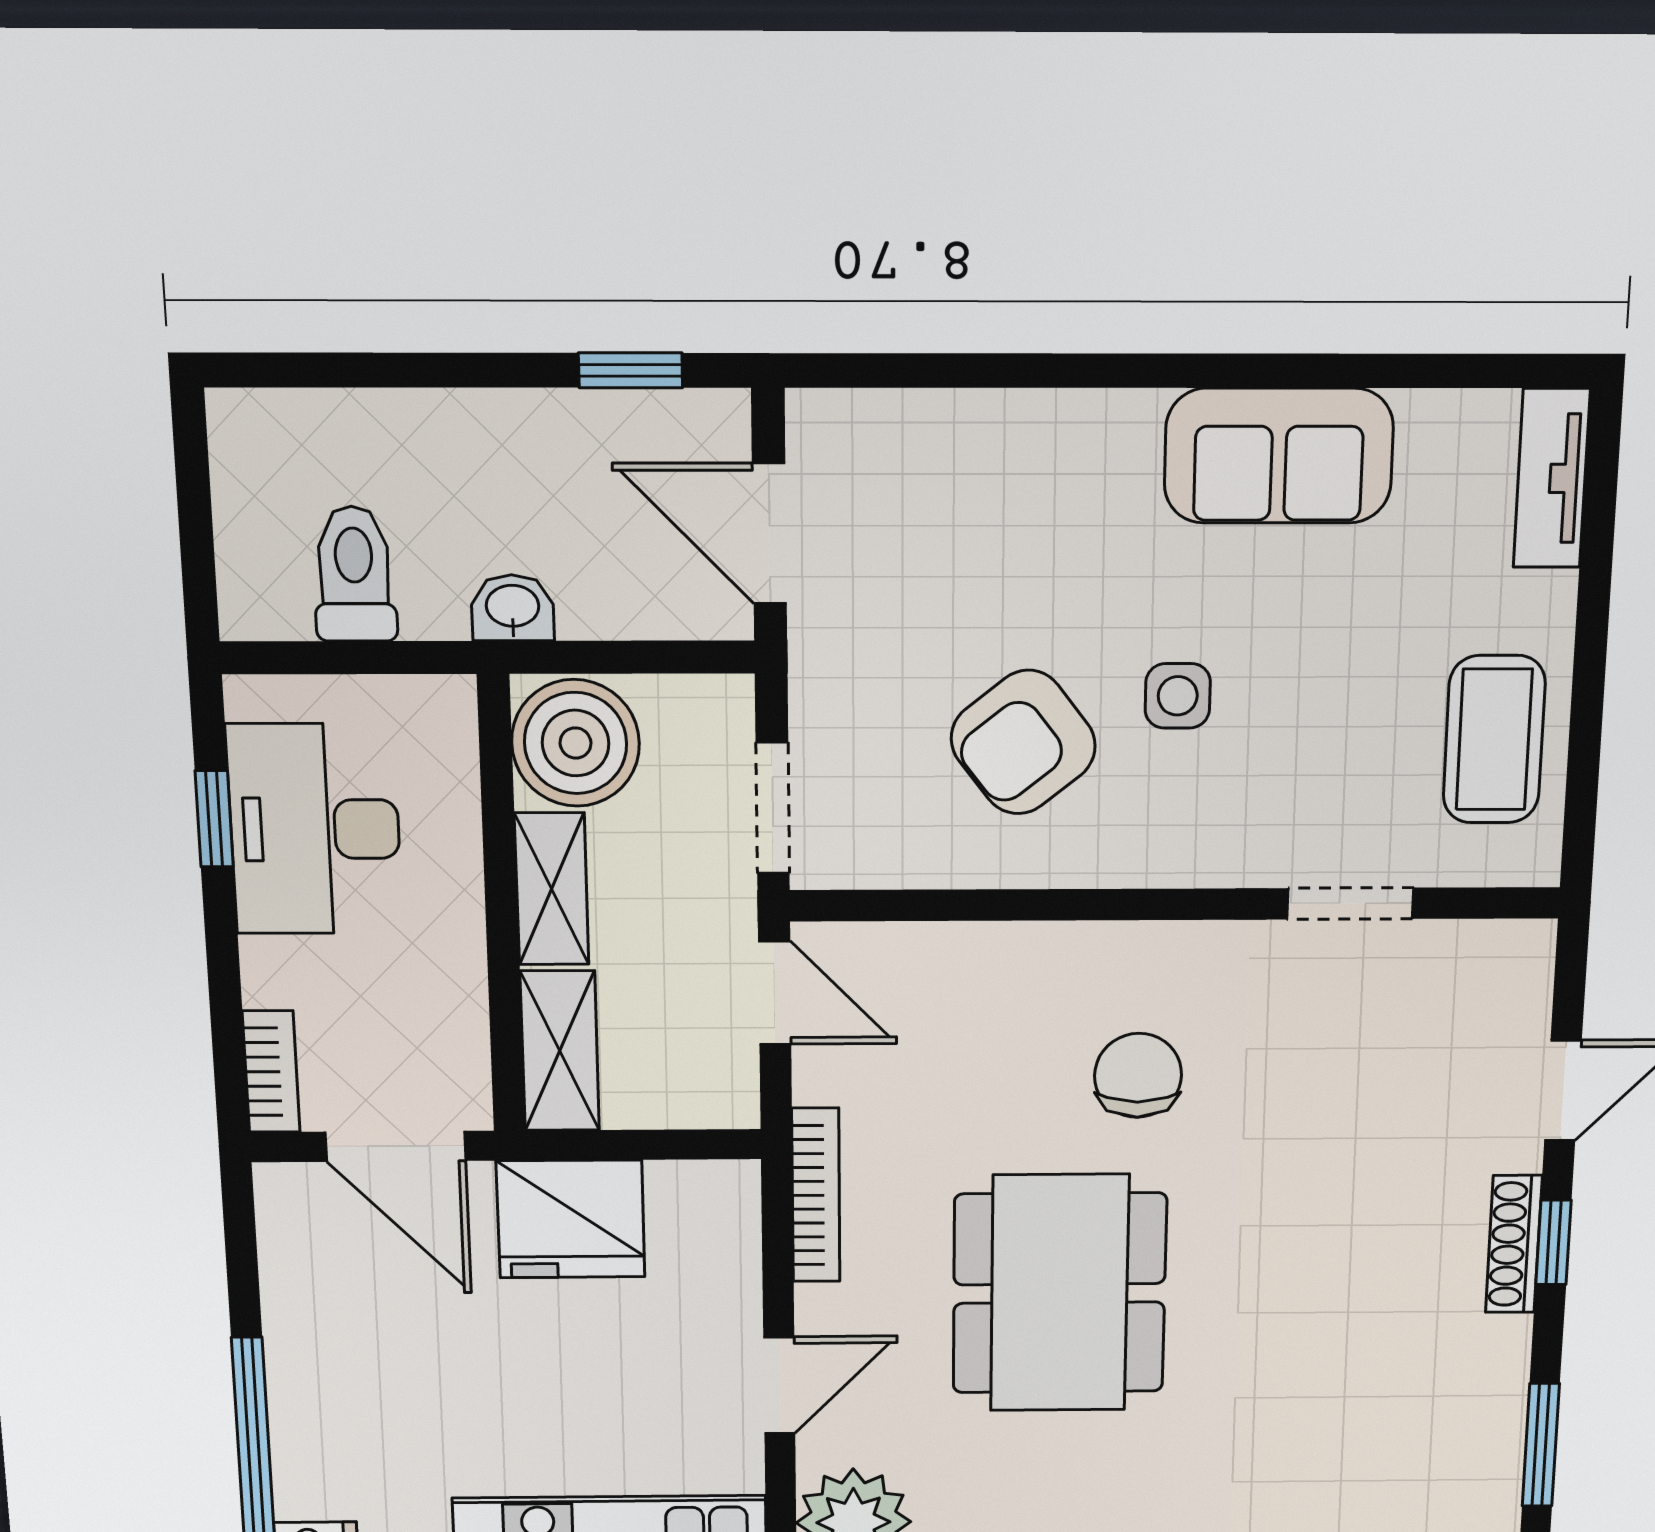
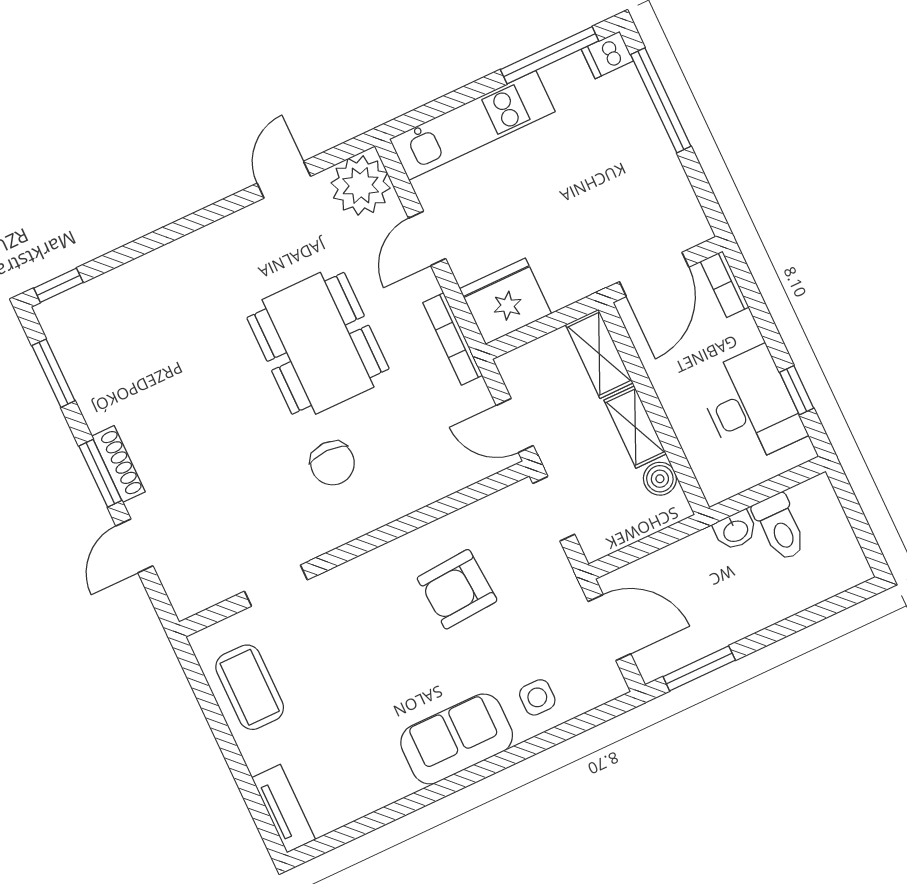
window: (630, 370) -> (699, 668), width x1.50
sofa: (1279, 456) -> (457, 739), moved
washbasin: (513, 608) -> (735, 530), moved
side table: (1178, 696) -> (537, 697), moved
armchair: (1023, 742) -> (457, 589), turned -146
boiler: (576, 743) -> (660, 479), width x0.54, depth x0.54
door: (396, 1146) -> (654, 274), swing flipped
fridge: (571, 1219) -> (505, 301), moved
window: (1553, 1242) -> (100, 473), width x1.50

